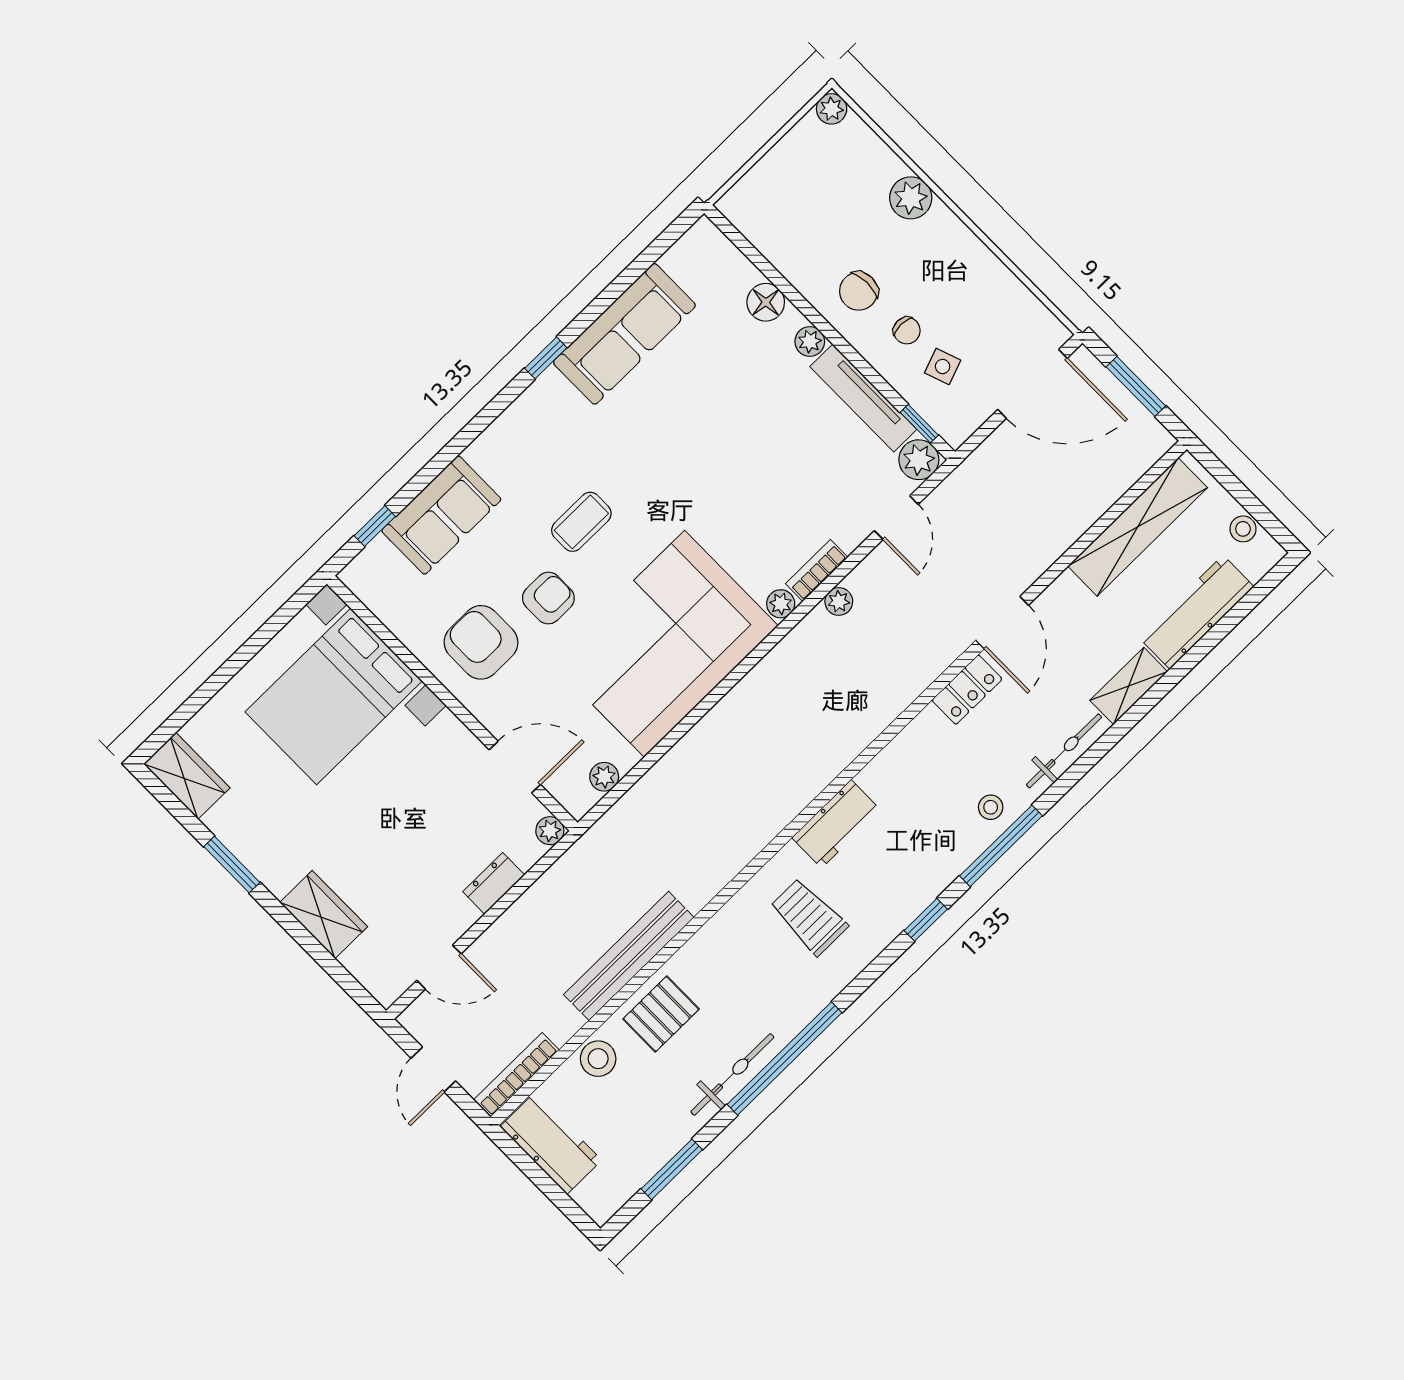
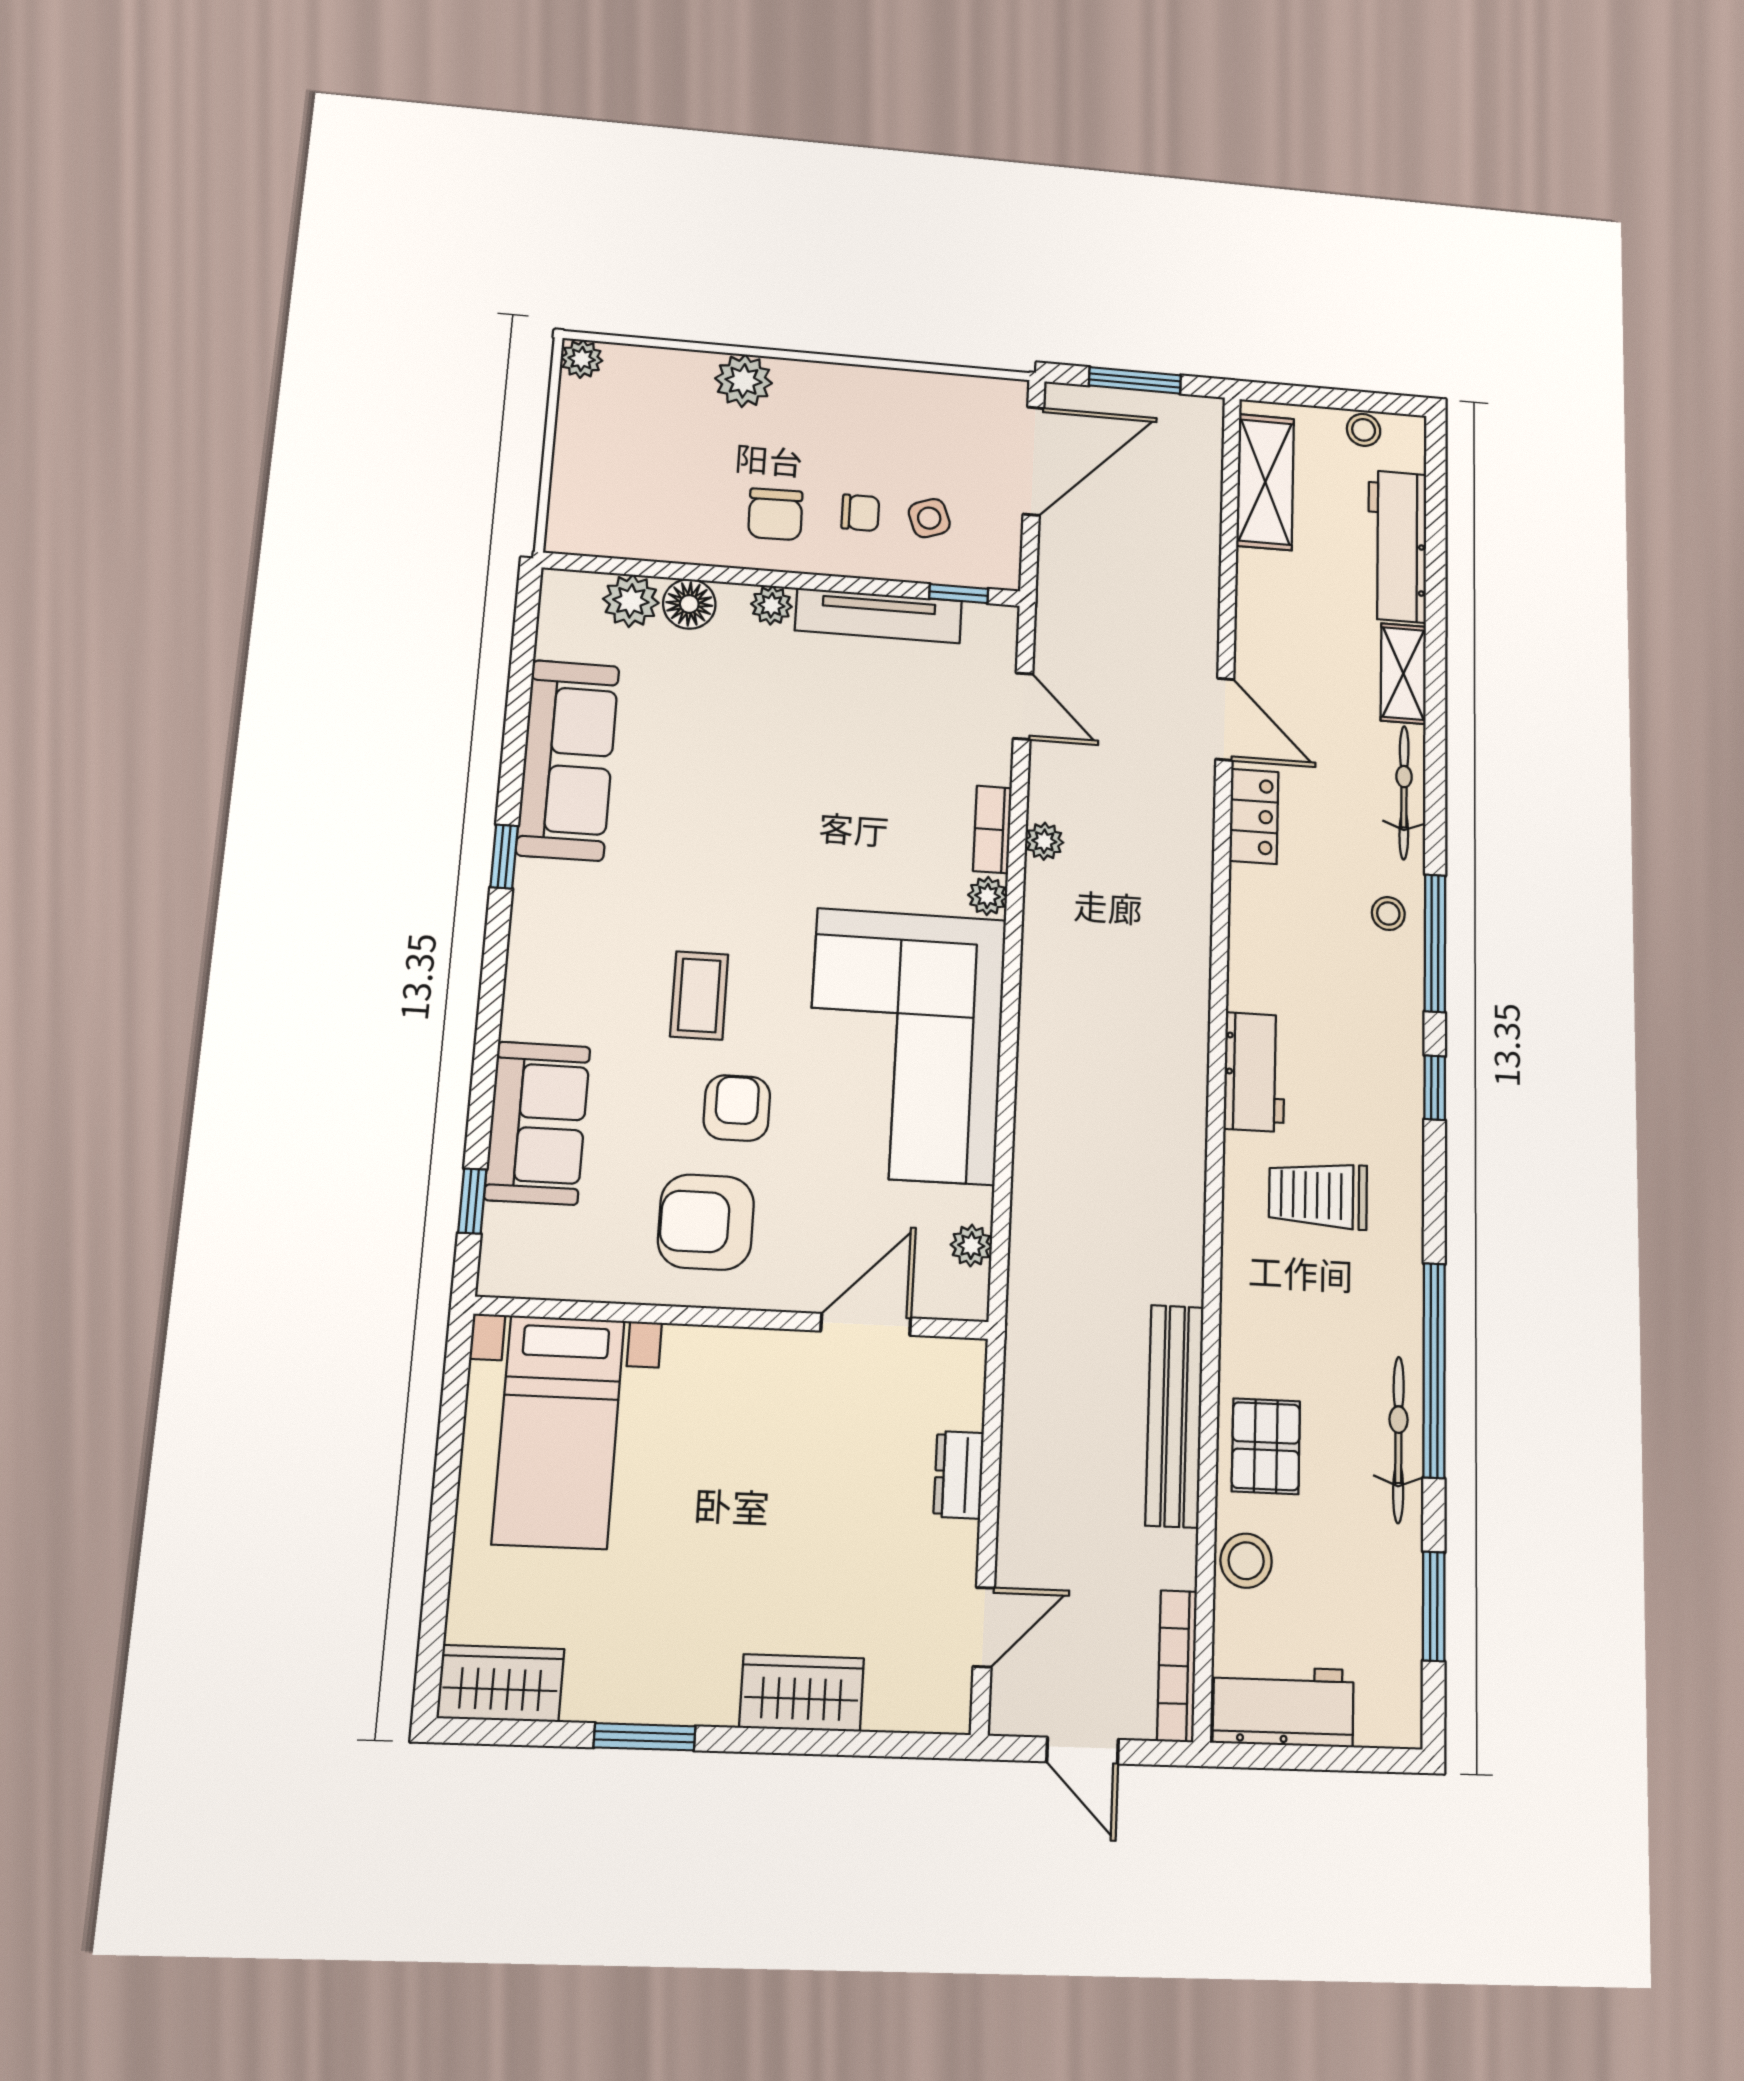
plant: (919, 460) -> (631, 601), moved
shelving: (1138, 527) -> (1265, 482), width x0.68
bed with nightstands: (334, 696) -> (559, 1431), width x0.73
plant: (550, 831) -> (967, 1359), removed

